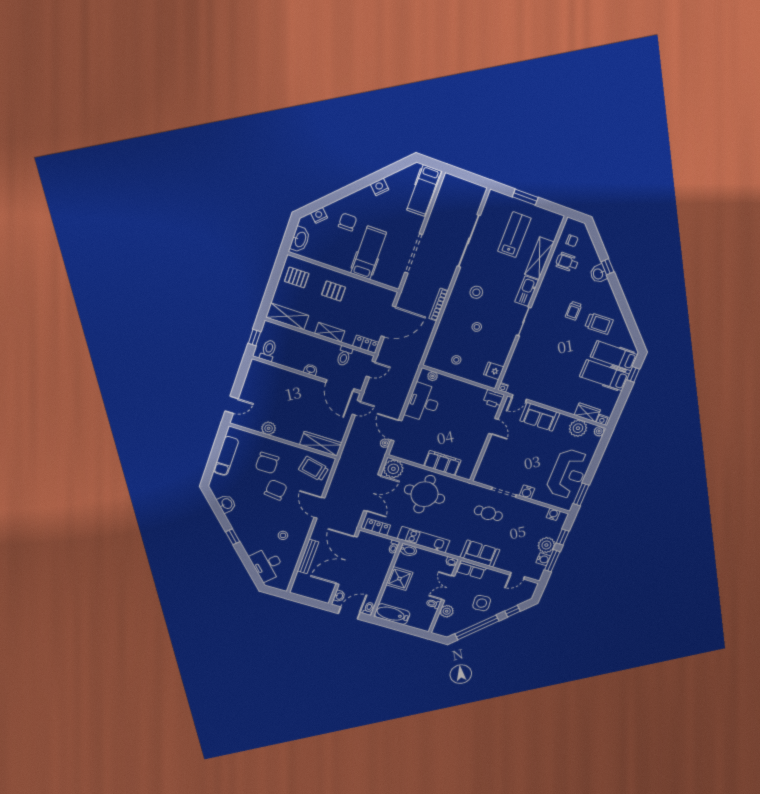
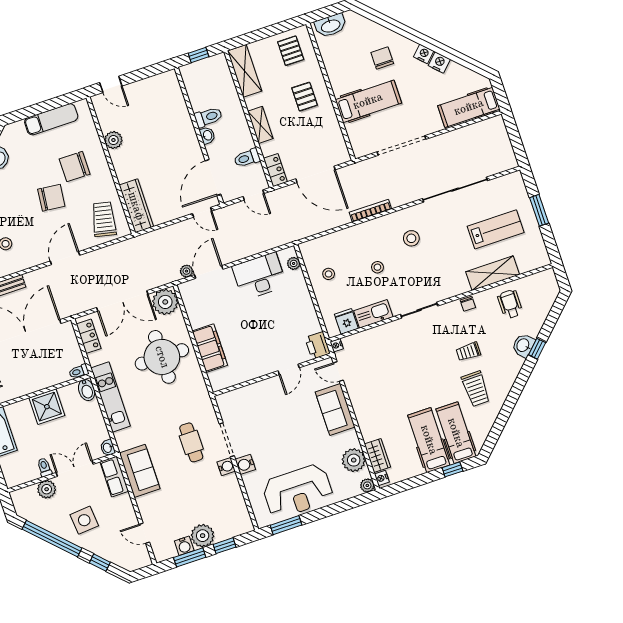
nightstand: (319, 215) -> (424, 54), moved
chair: (348, 222) -> (382, 58), turned -90
chair: (572, 241) -> (468, 304), moved
kitchen sink: (527, 291) -> (373, 314), moved
toilet: (268, 351) -> (208, 117), moved
water cooler: (553, 514) -> (226, 467), moved

